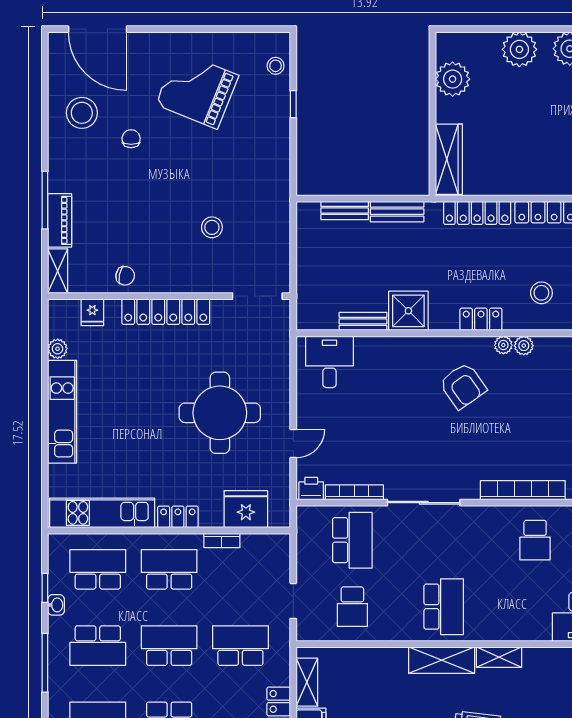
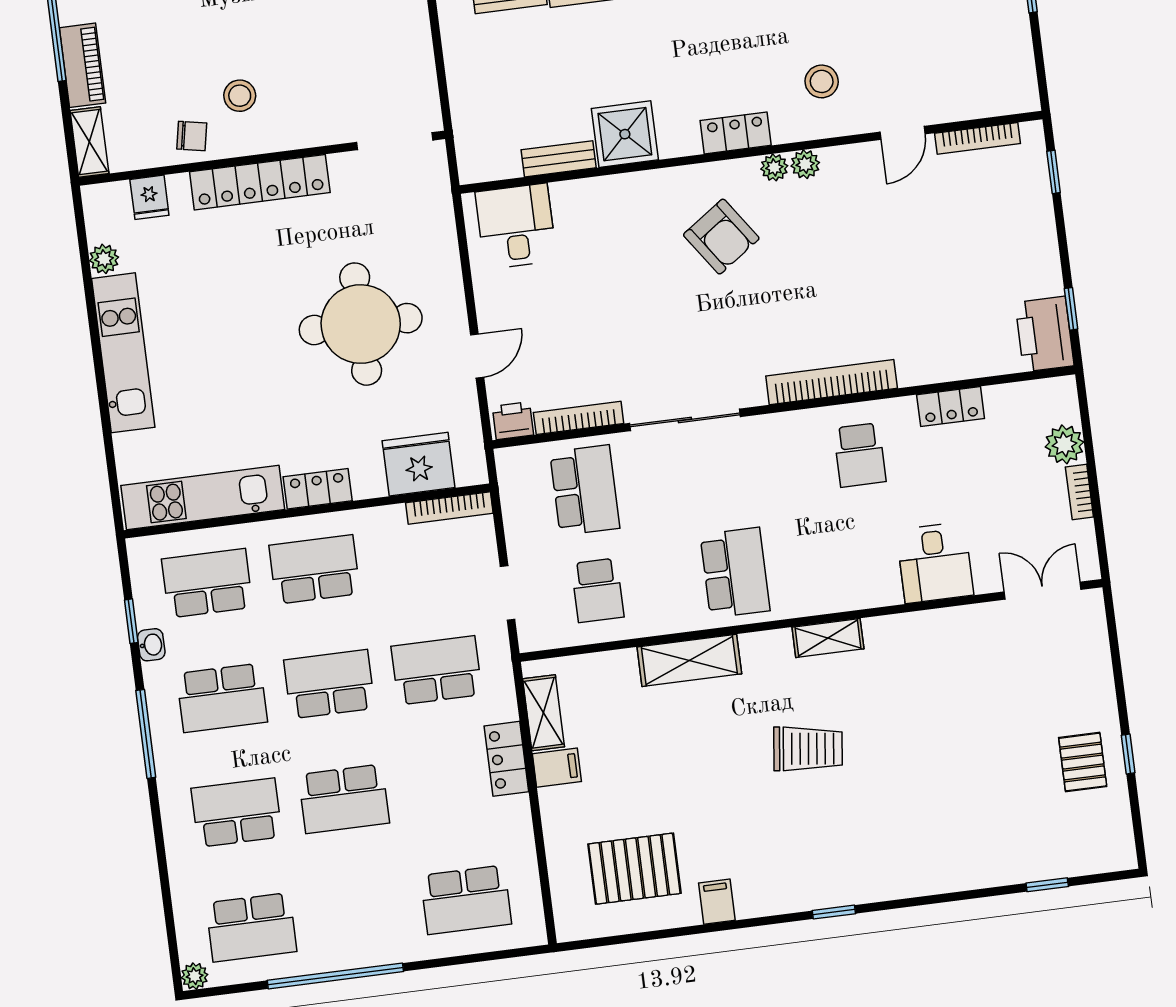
stool: (212, 227) -> (240, 96), moved
bookcase: (222, 540) -> (449, 508), moved, width x1.56
shelving: (442, 660) -> (689, 660), moved

